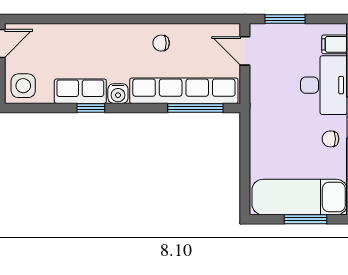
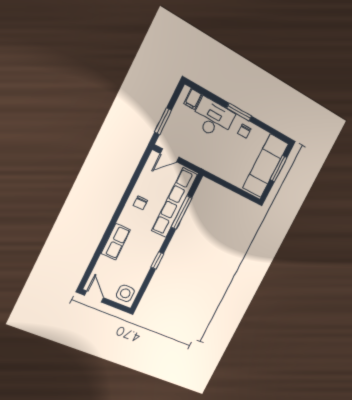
row of seats: (80, 91) -> (116, 242), moved, turned 180
water cooler: (118, 94) -> (157, 241), removed
window: (195, 108) -> (182, 213), moved

